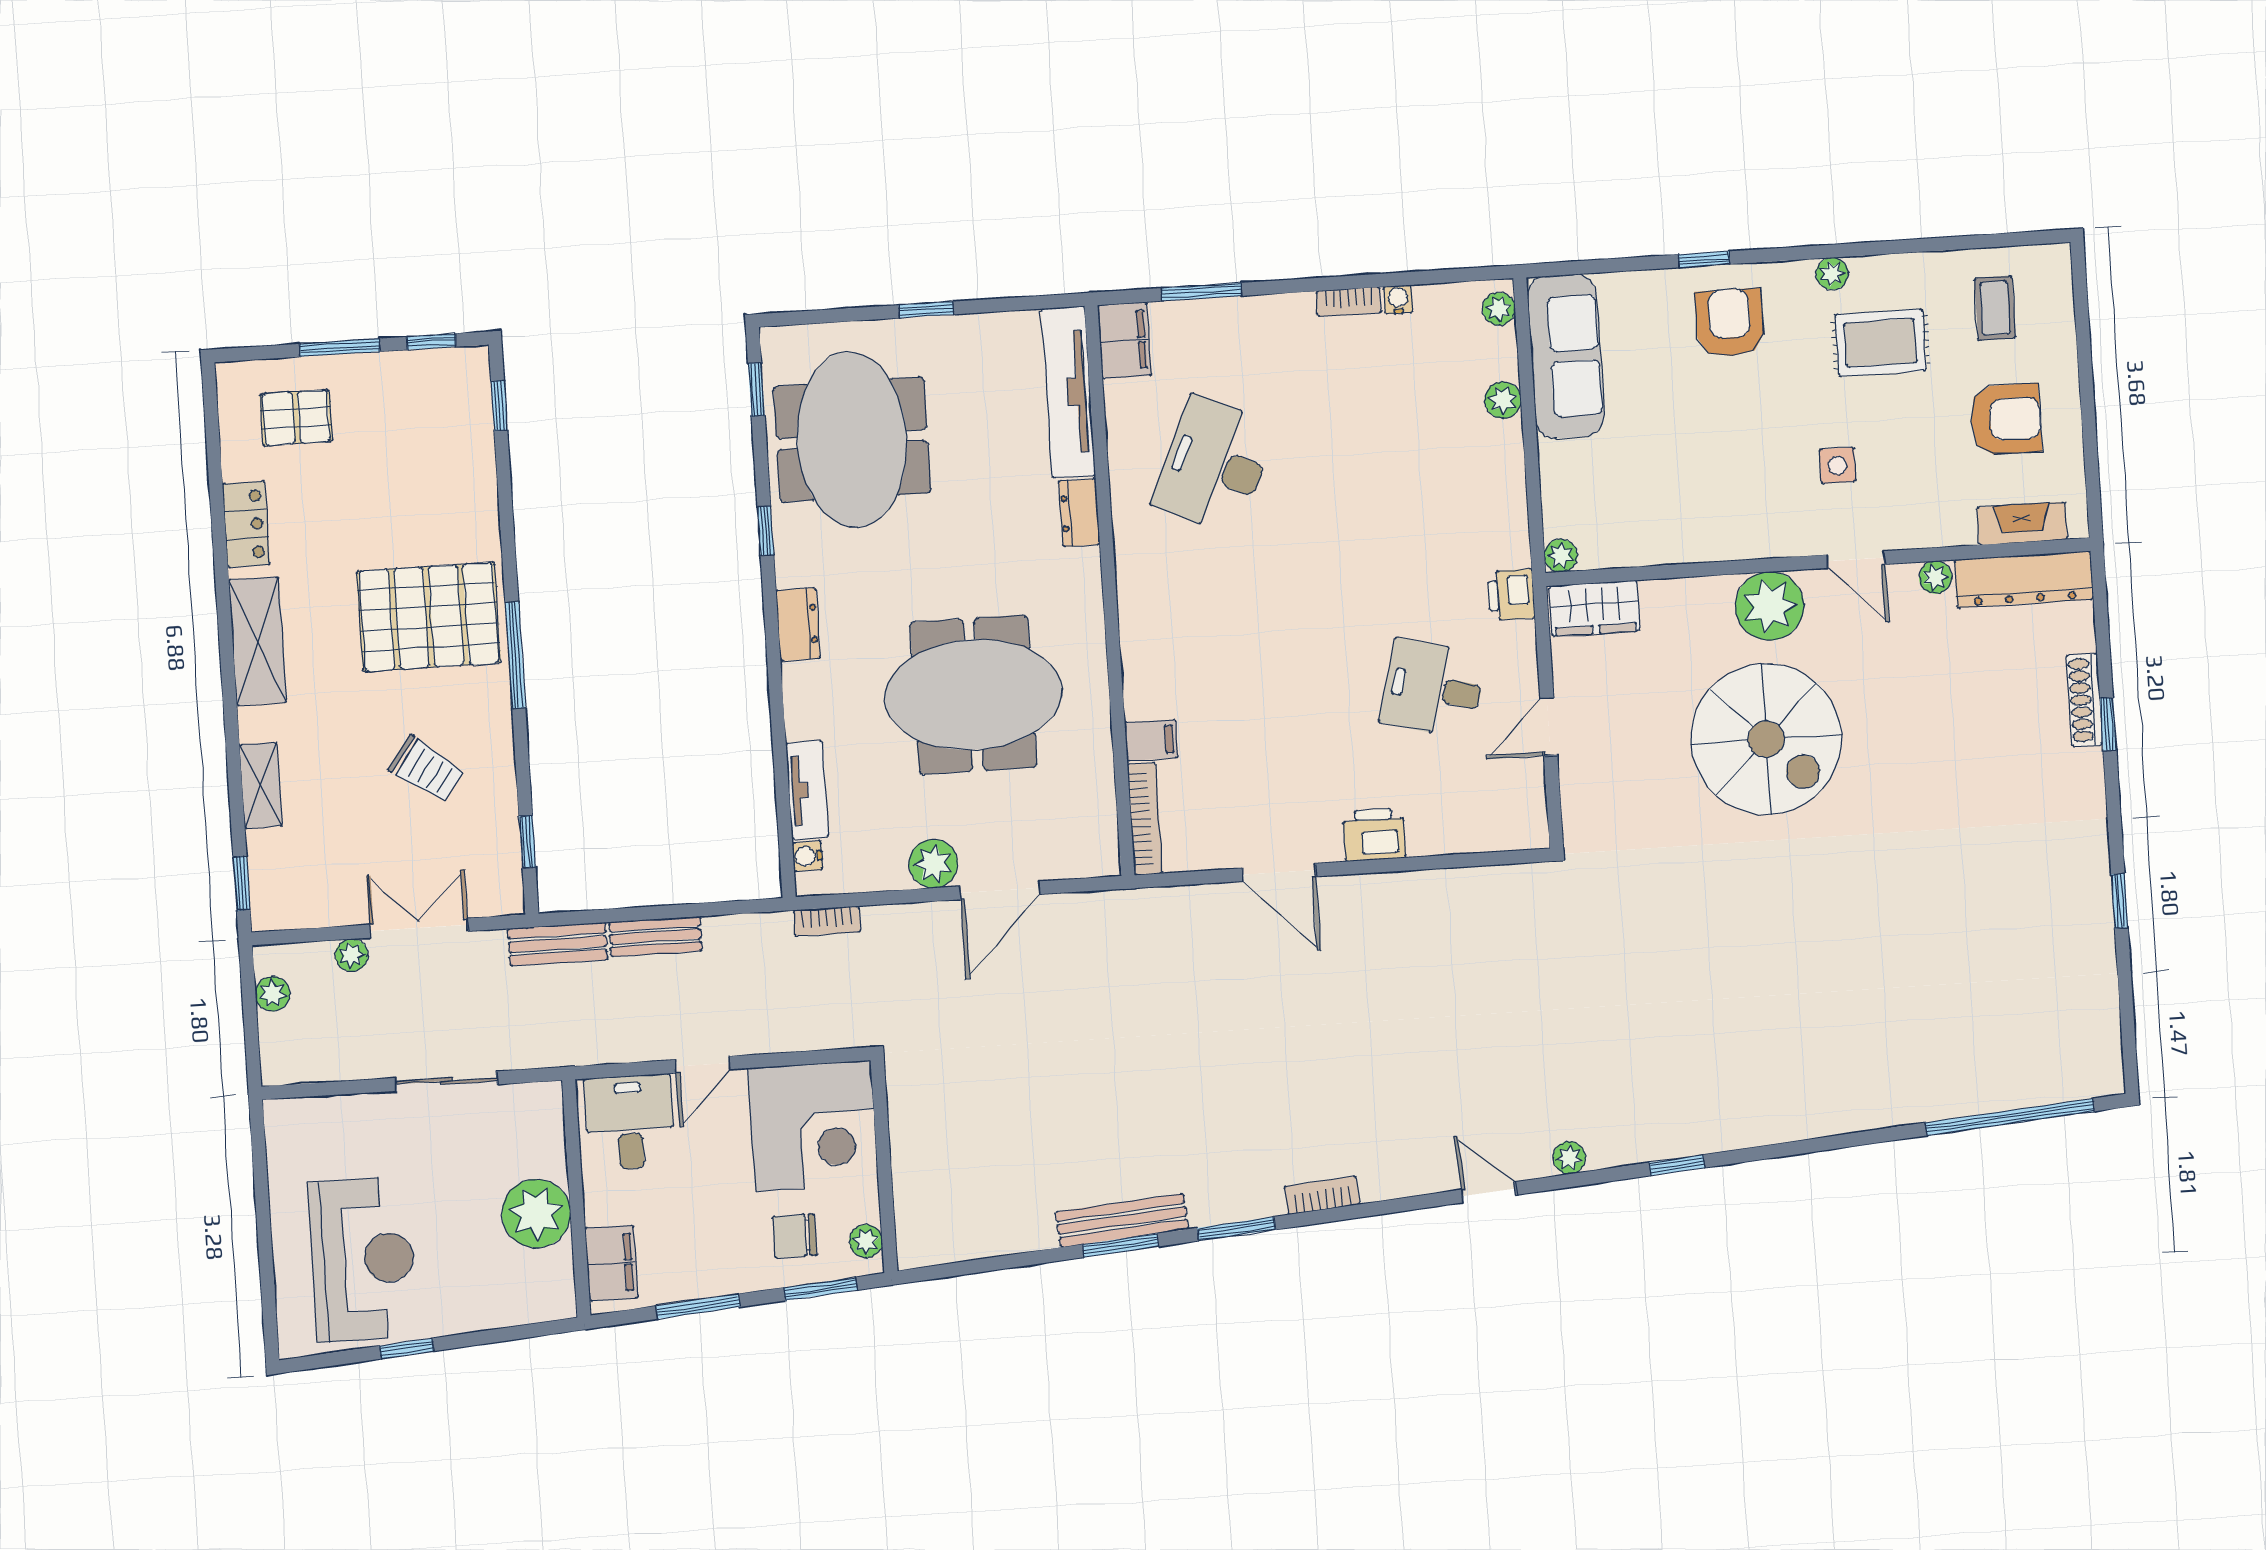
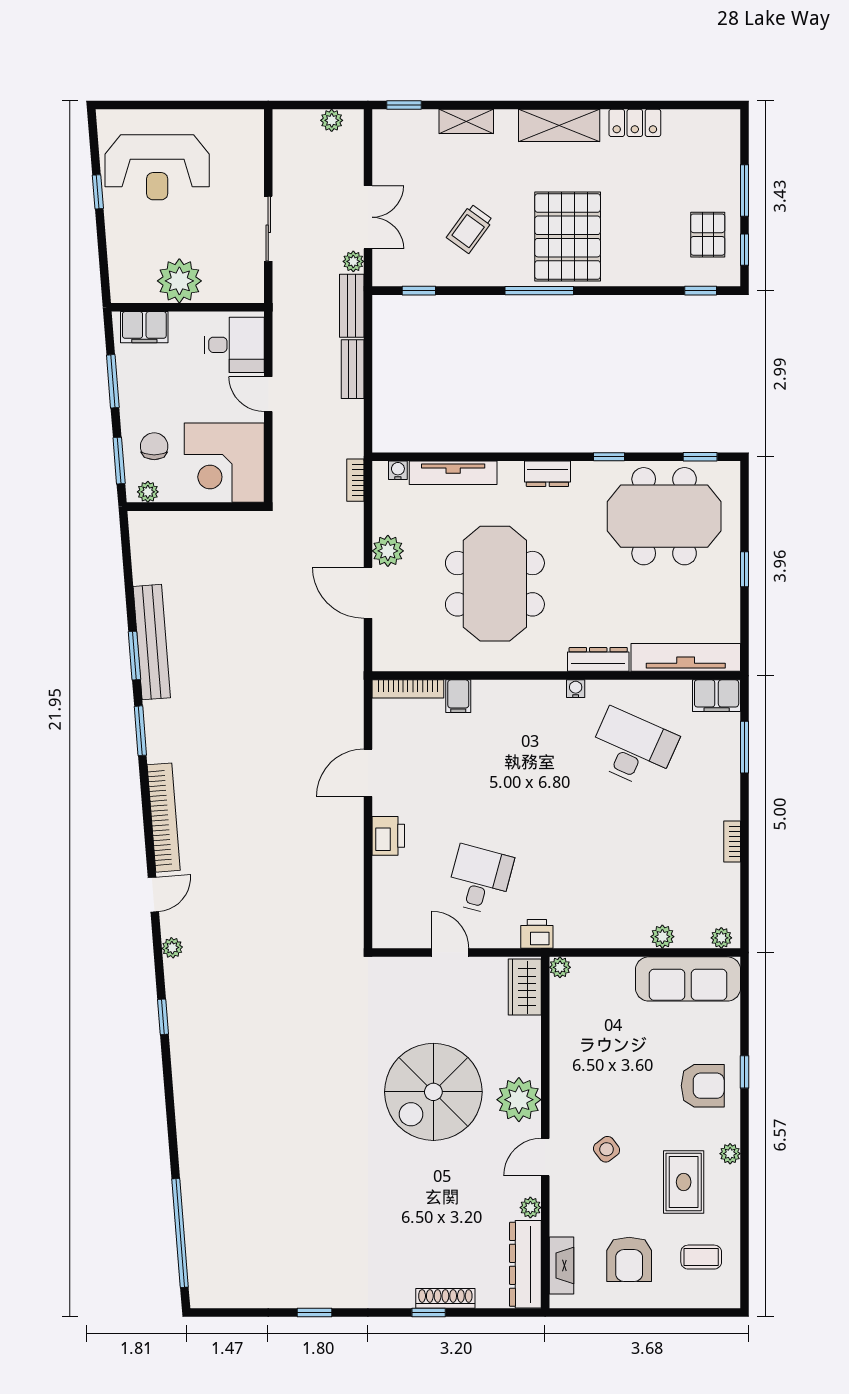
water cooler: (1398, 300) -> (576, 689), moved, turned -90
pallet: (296, 418) -> (708, 235), moved
side table: (1838, 465) -> (607, 1149), turned -37
dresser: (1079, 513) -> (598, 659), width x1.44
tv unit: (807, 790) -> (453, 473), width x1.41
plant: (352, 955) -> (353, 261), moved
bookcase: (1322, 1195) -> (164, 818), width x2.31, depth x1.31
bench: (1122, 1220) -> (152, 642), width x1.37, depth x1.21

